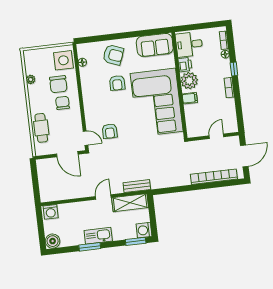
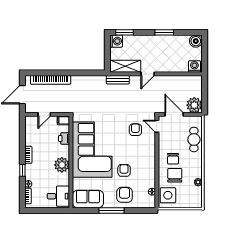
window: (126, 35) -> (111, 210), added
armchair: (113, 55) -> (125, 195), turned 69
printer: (185, 65) -> (64, 139), moved
filing cabinet: (190, 98) -> (63, 120), moved
plant: (46, 167) -> (194, 105), added
kitchen sink: (98, 236) -> (156, 41), removed

